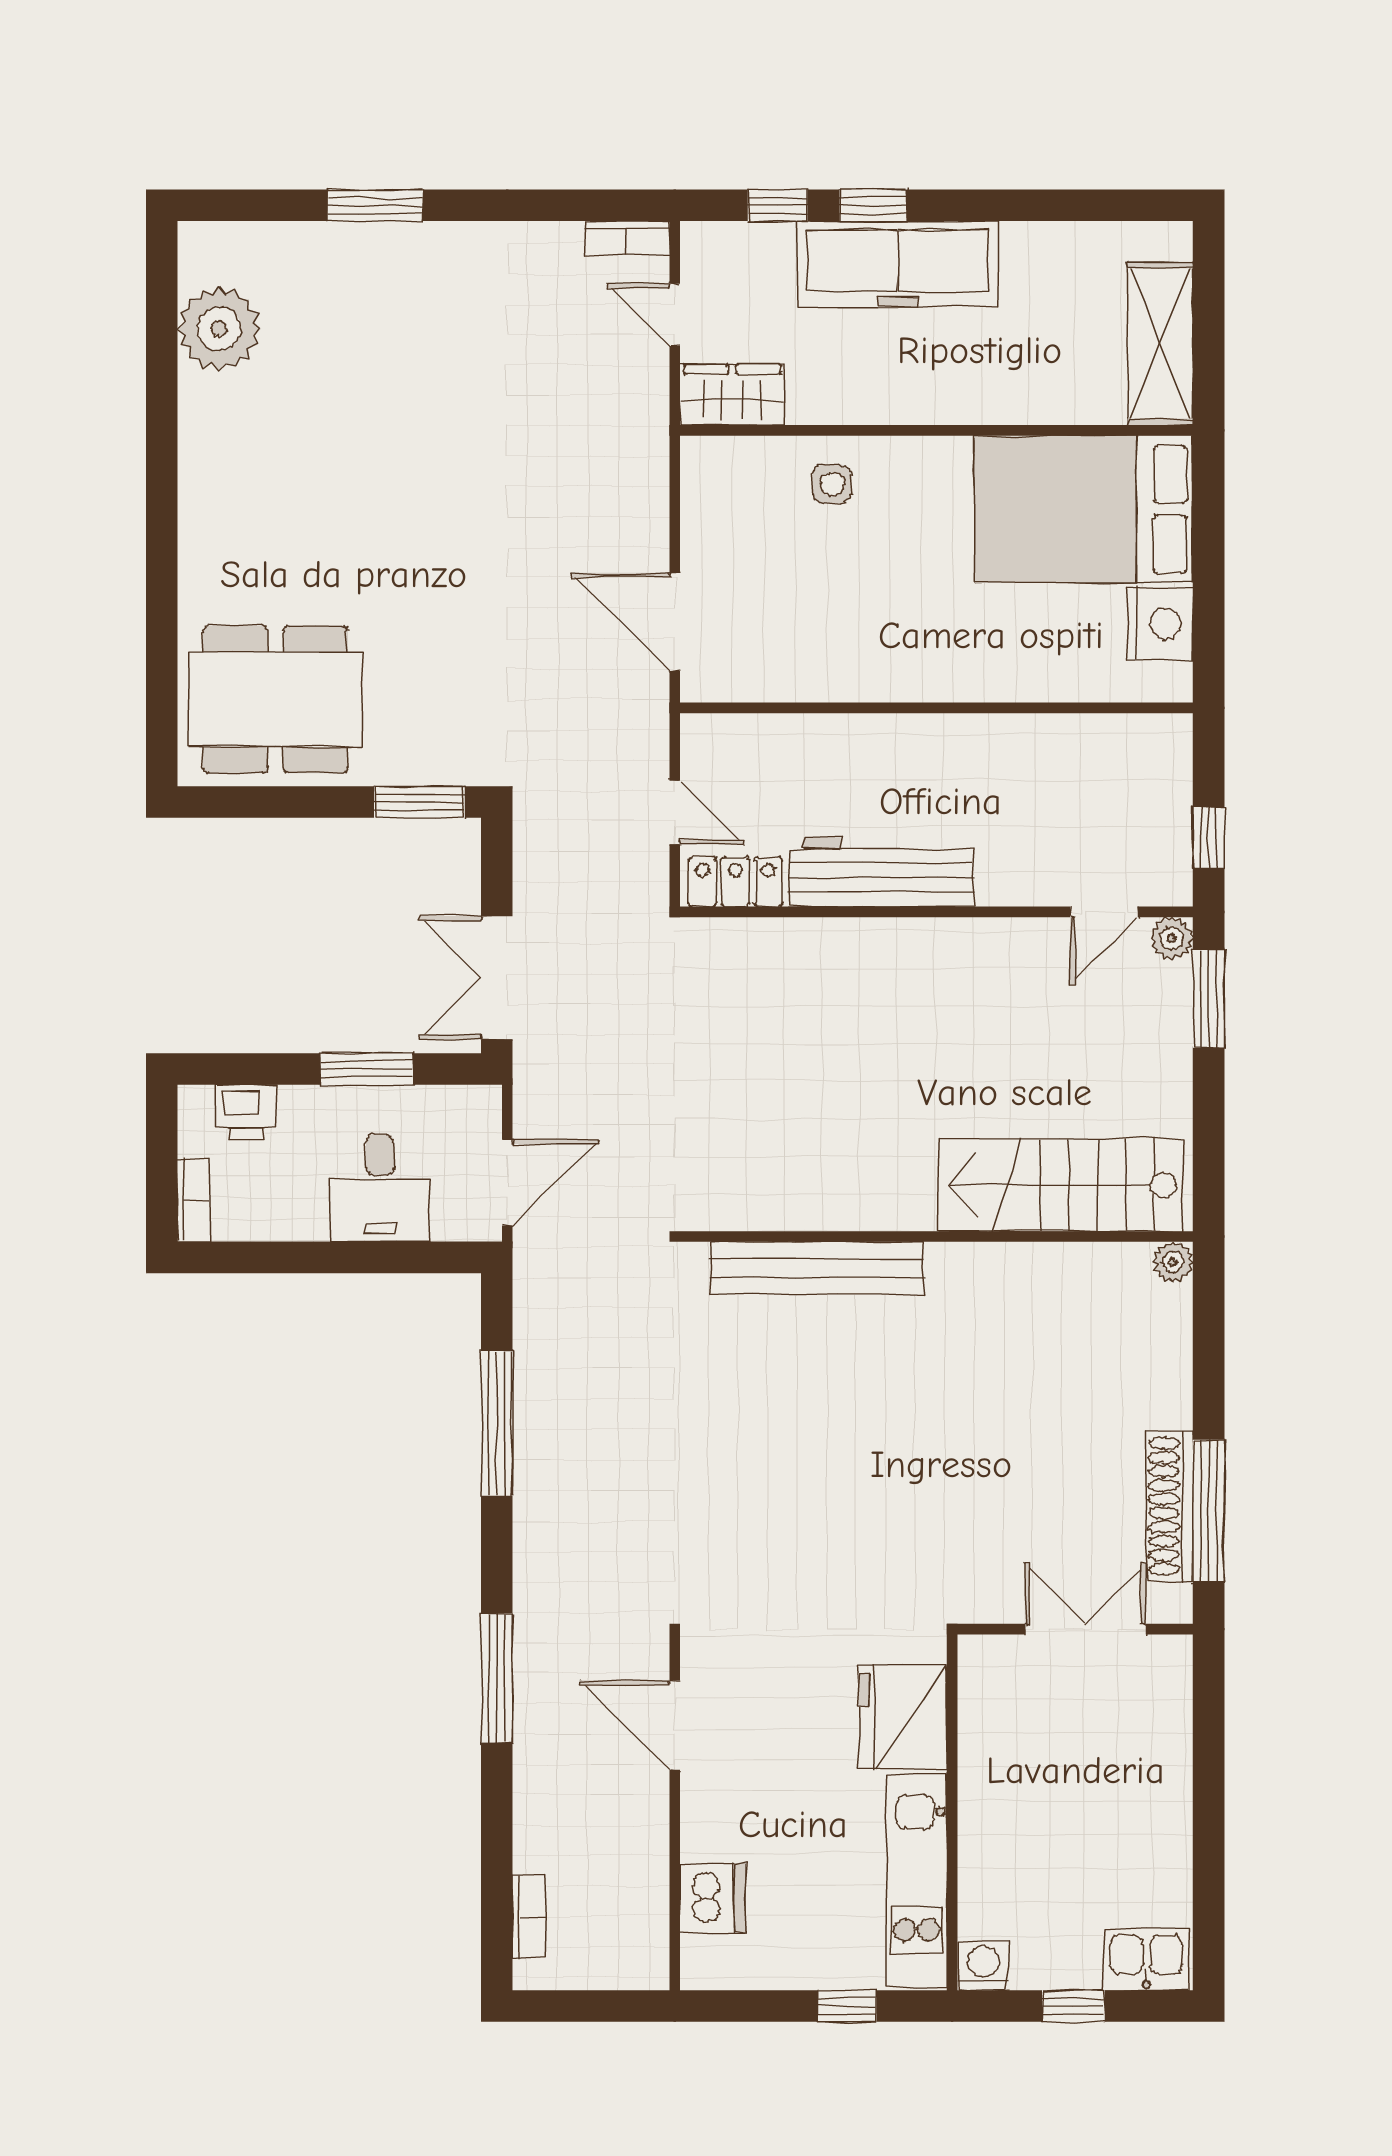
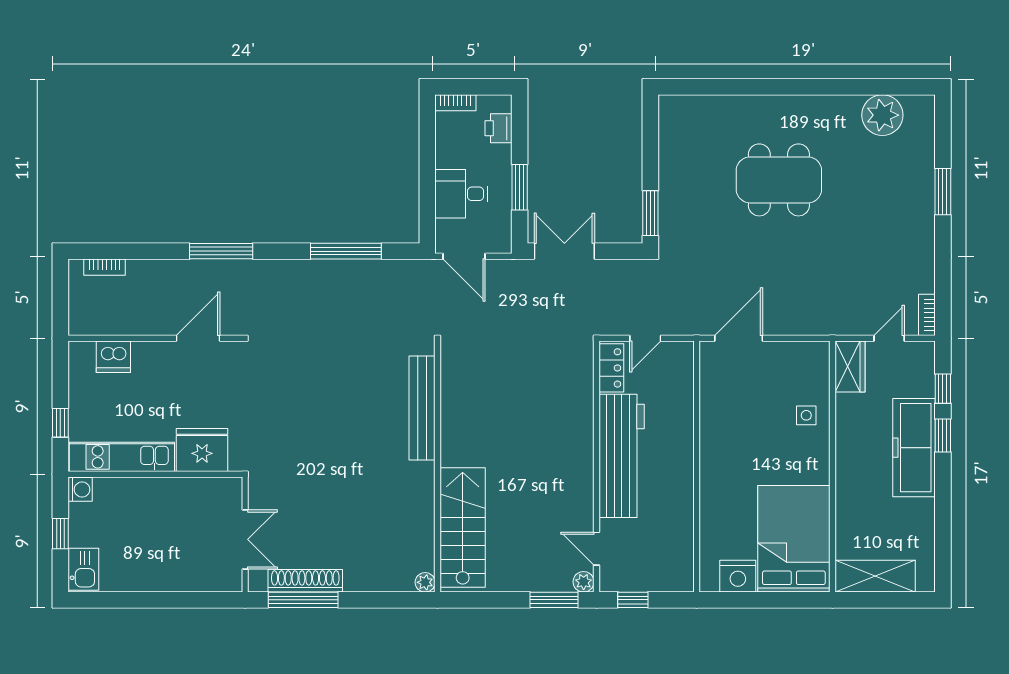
dining table: (276, 699) -> (779, 180), moved, turned 90
workbench: (881, 872) -> (622, 456), width x1.36, depth x1.32

